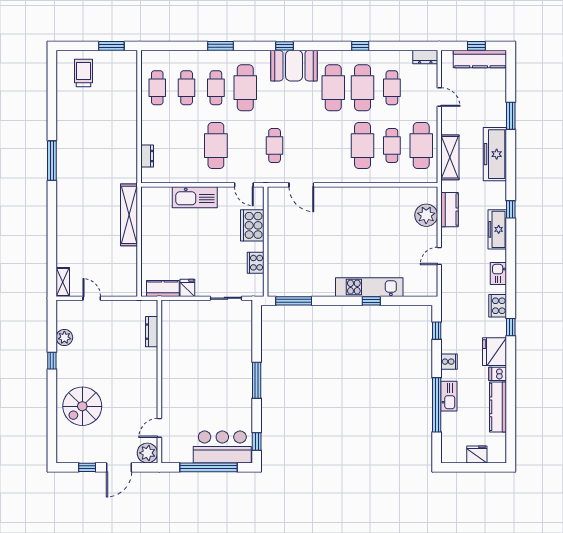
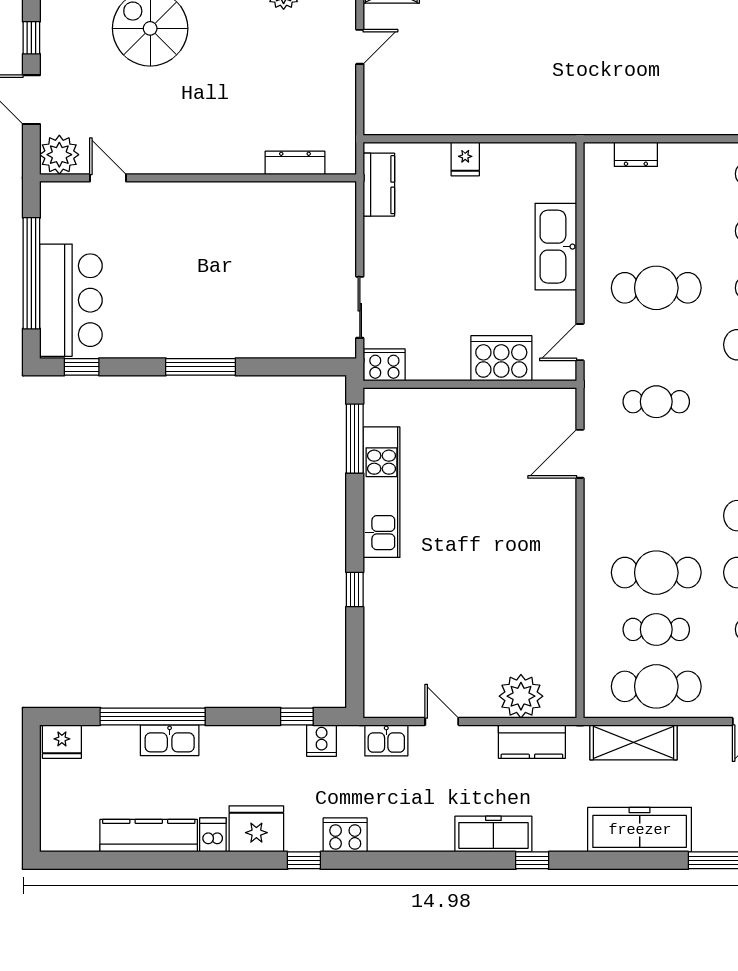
shelving: (129, 215) -> (522, 119), removed
cooker: (256, 263) -> (384, 365), moved
kitchen sink: (498, 274) -> (386, 740), moved, turned 180
kitchen unit: (369, 287) -> (382, 492), moved
fridge: (187, 288) -> (465, 159), moved, turned 90
cooker: (449, 362) -> (322, 741), moved
fridge: (477, 454) -> (62, 742), moved, turned 90

